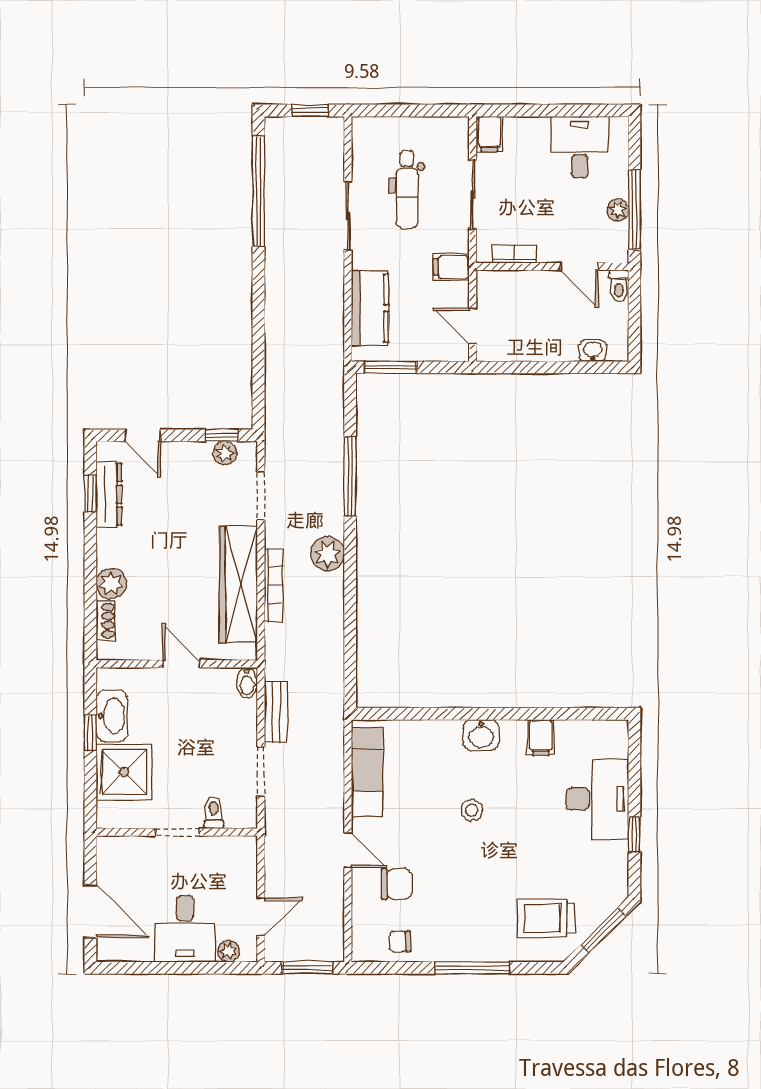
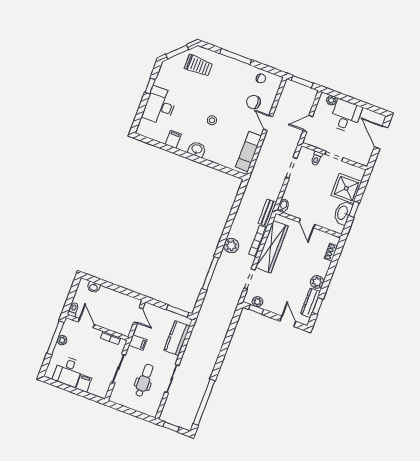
filing cabinet: (489, 134) -> (84, 383), moved
plant: (111, 584) -> (317, 282), moved
bench: (276, 712) -> (267, 213), moved
door: (261, 917) -> (308, 123), moved

